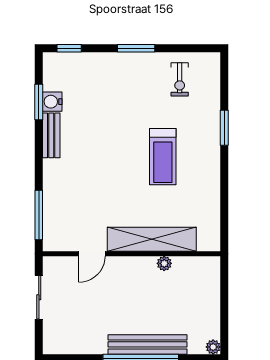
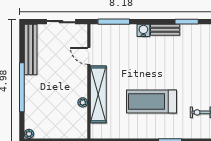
water cooler: (52, 102) -> (143, 30), moved
treadmill: (163, 157) -> (151, 102), width x1.37, depth x1.38
bench: (147, 344) -> (31, 50), moved

